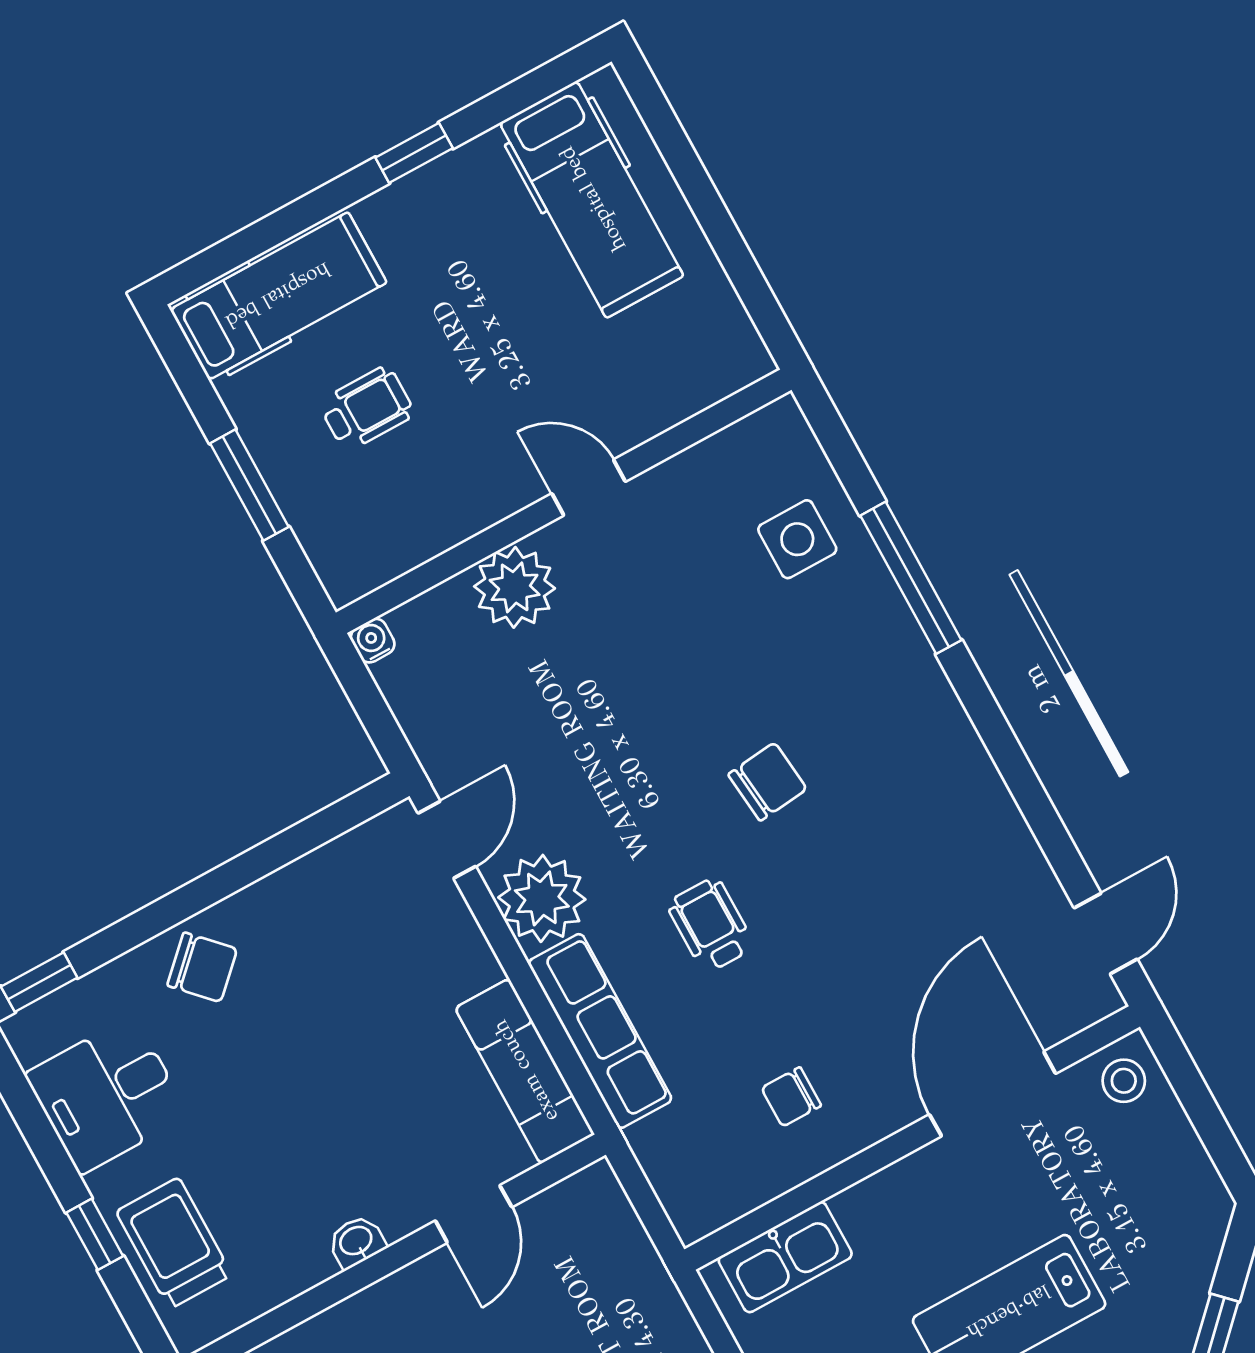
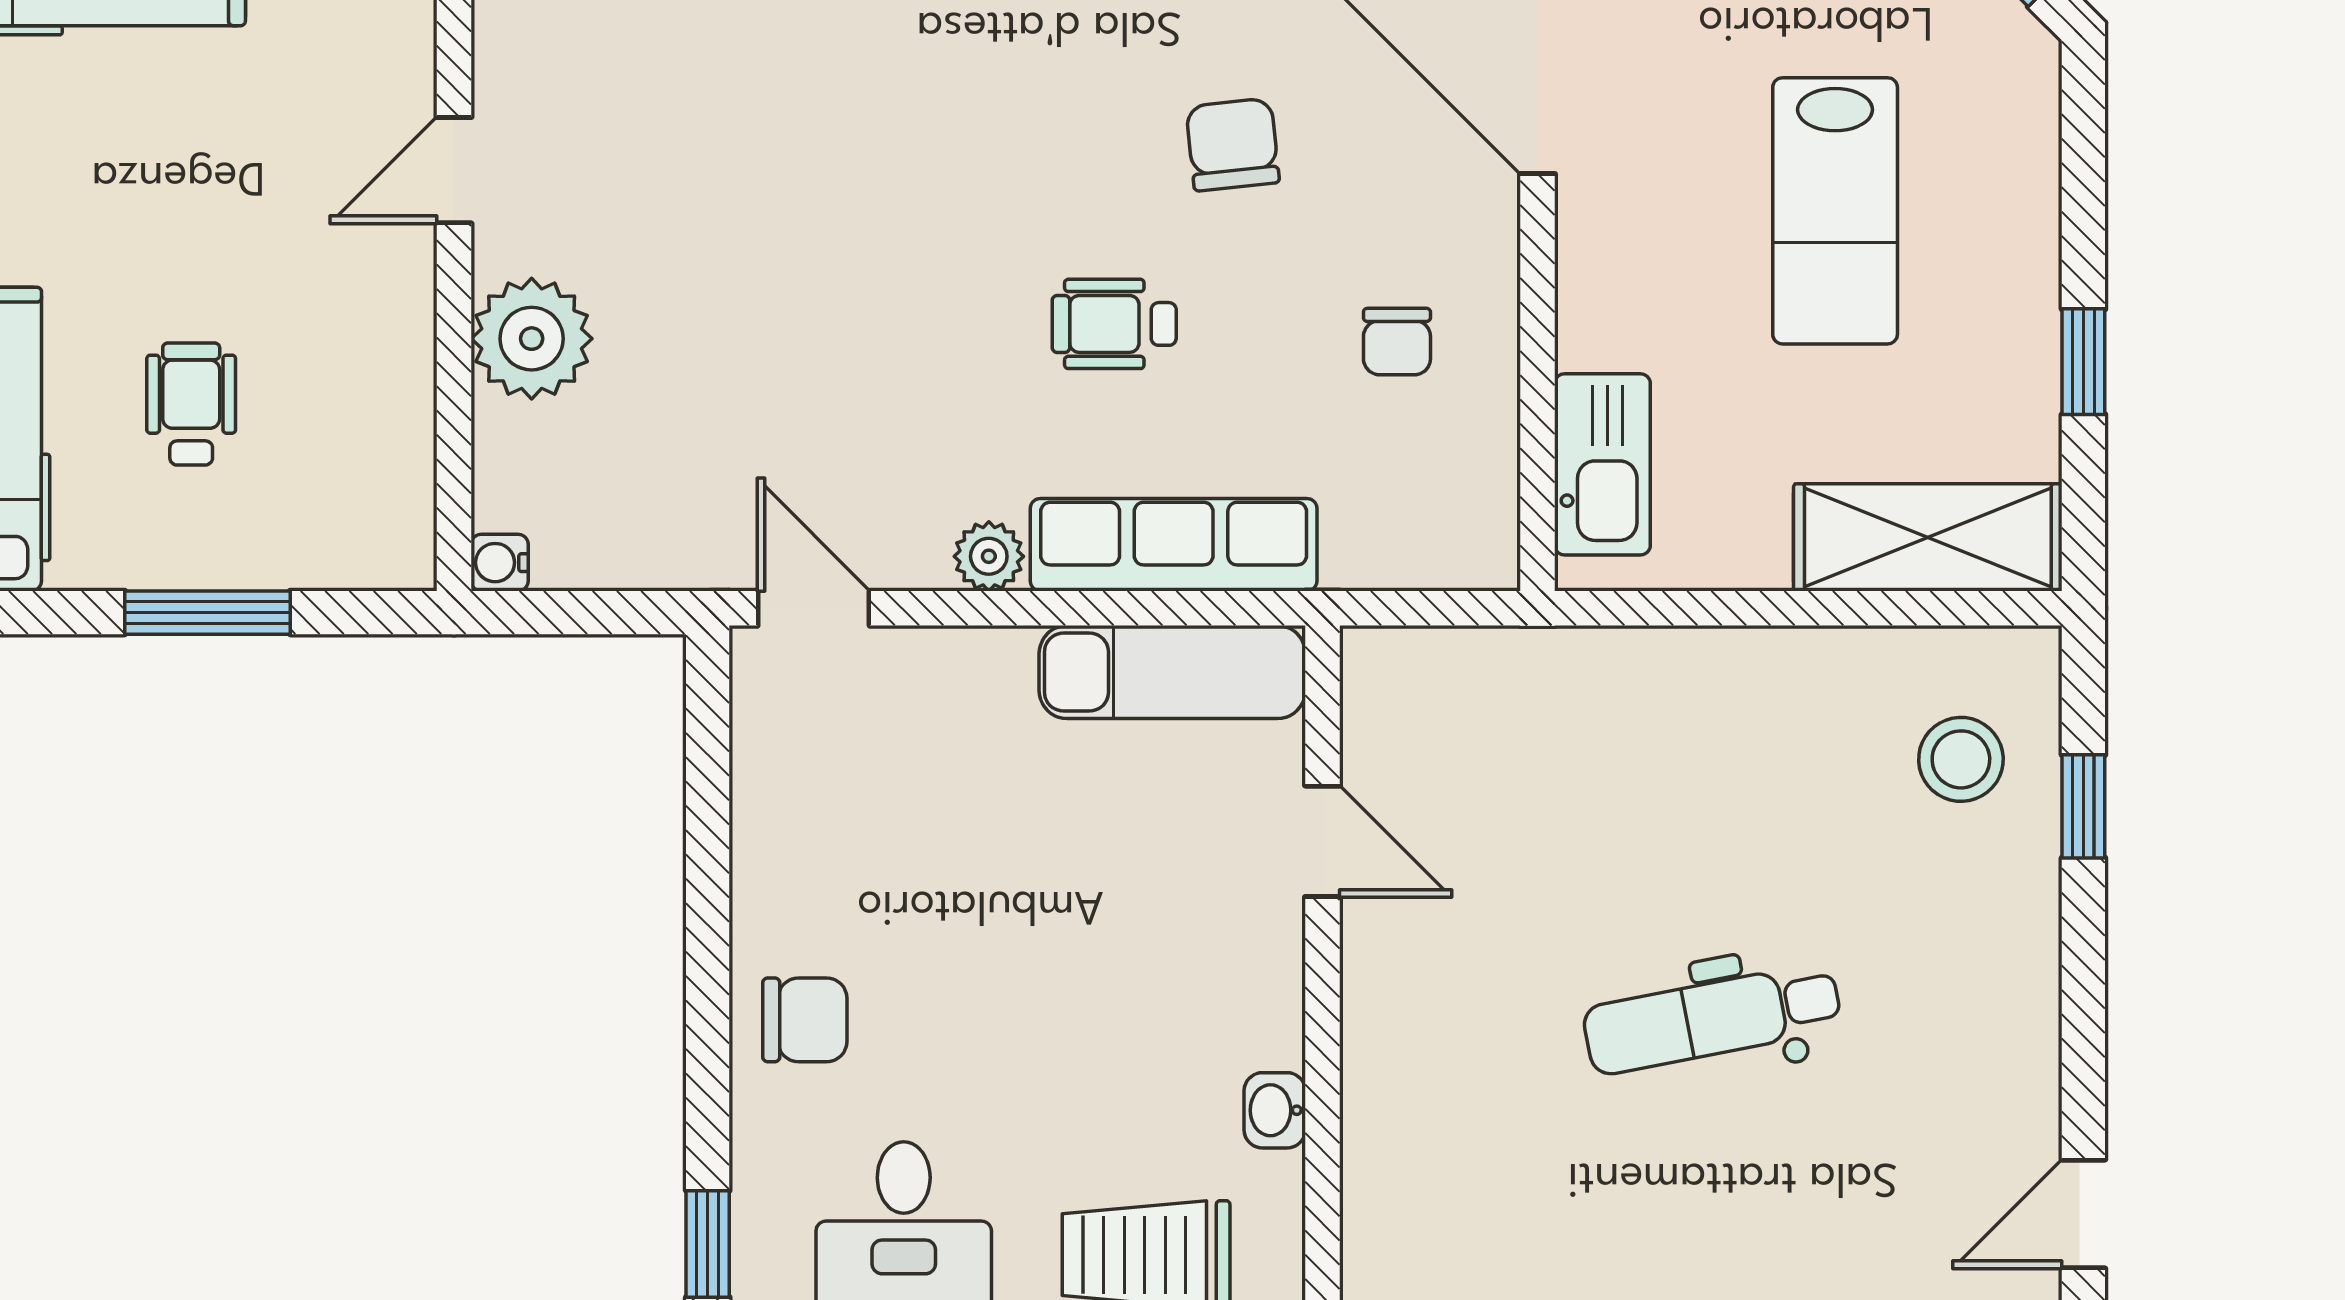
chair: (767, 782) -> (1233, 145), moved
plant: (542, 898) -> (989, 556), width x0.53, depth x0.53
chair: (202, 967) -> (805, 1020), turned 44
washbasin: (356, 1242) -> (1275, 1110), moved

